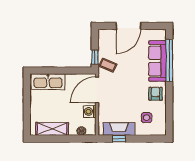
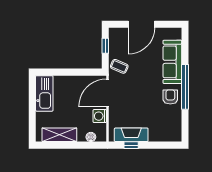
window: (95, 57) -> (105, 46), moved
window: (169, 60) -> (185, 87), moved
kitchen sink: (48, 82) -> (44, 93), moved, turned -90
side table: (147, 118) -> (161, 123), removed

